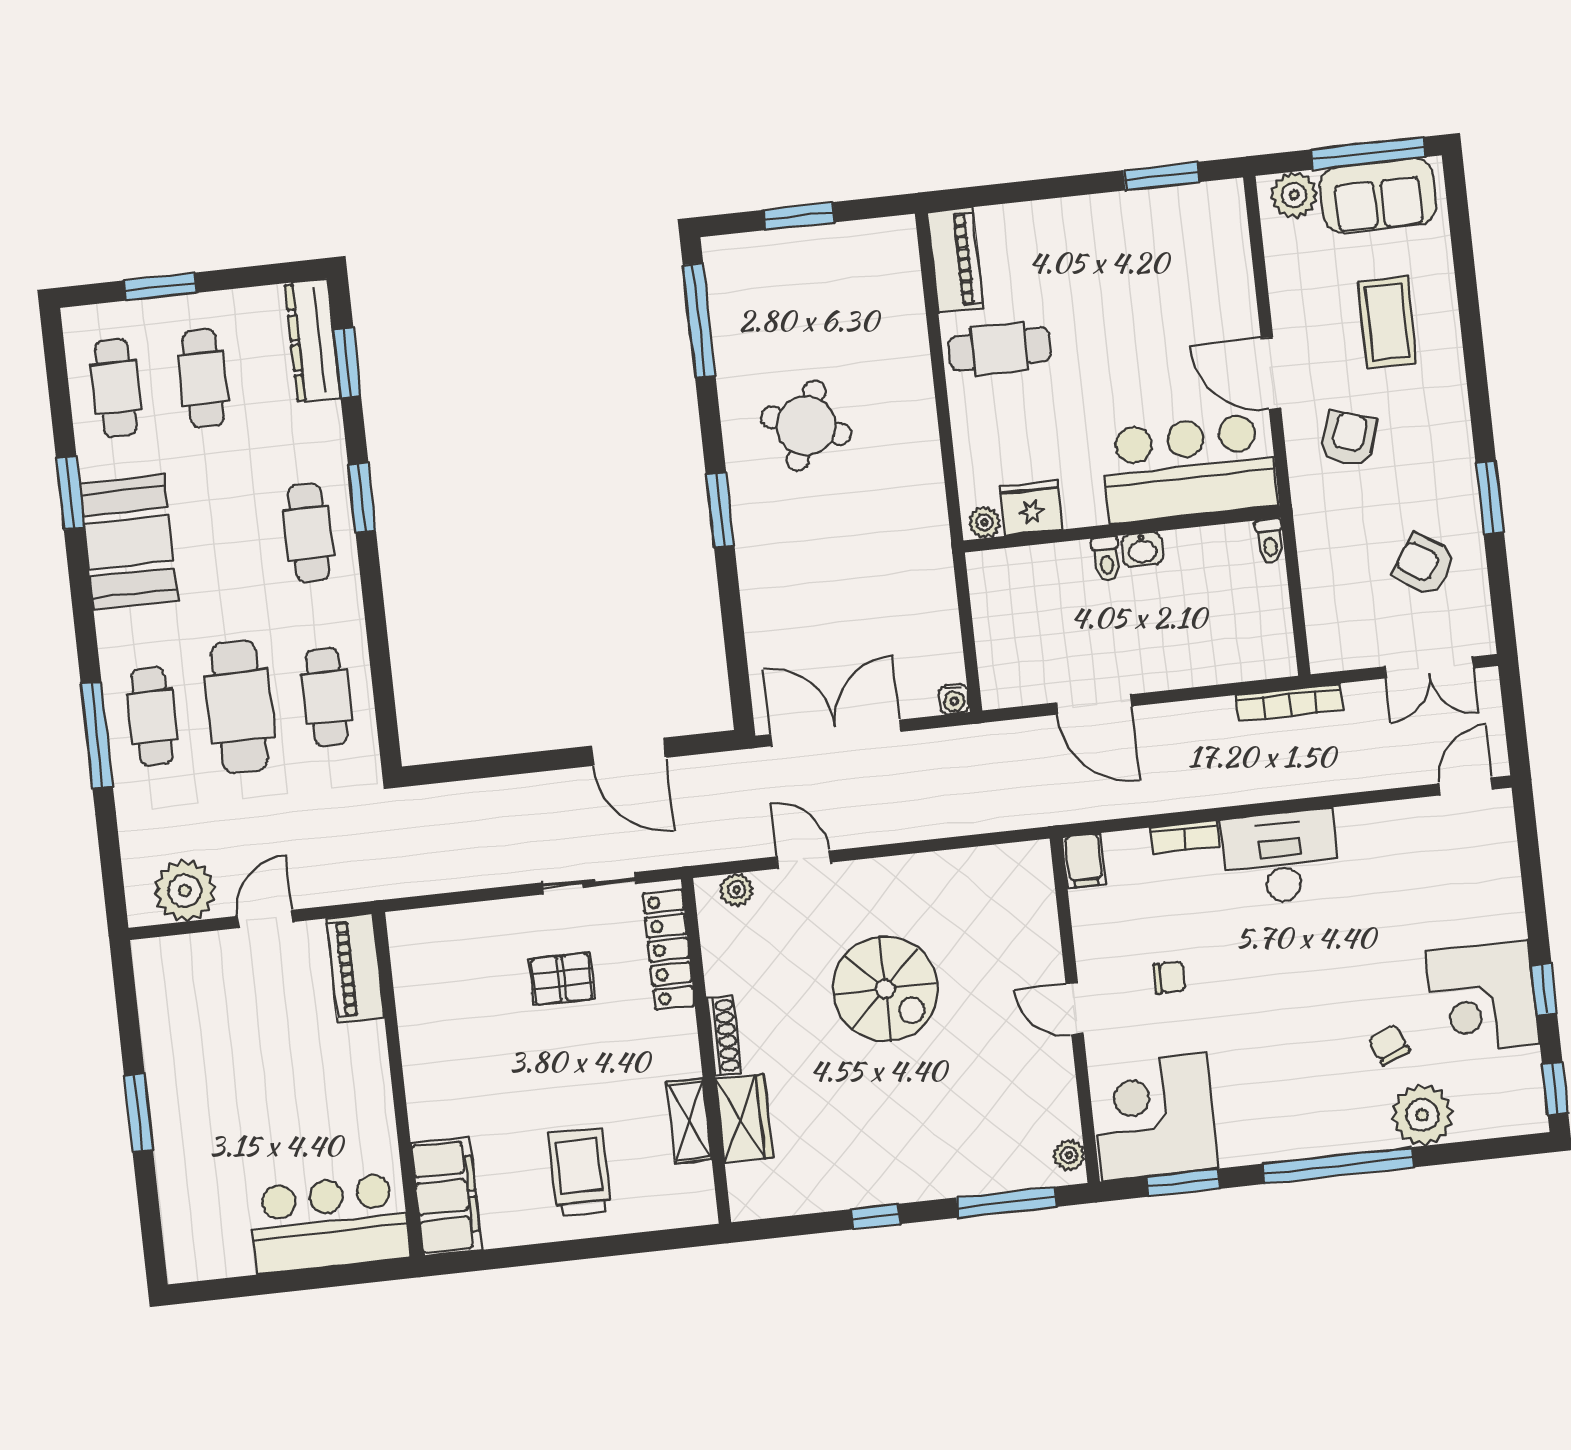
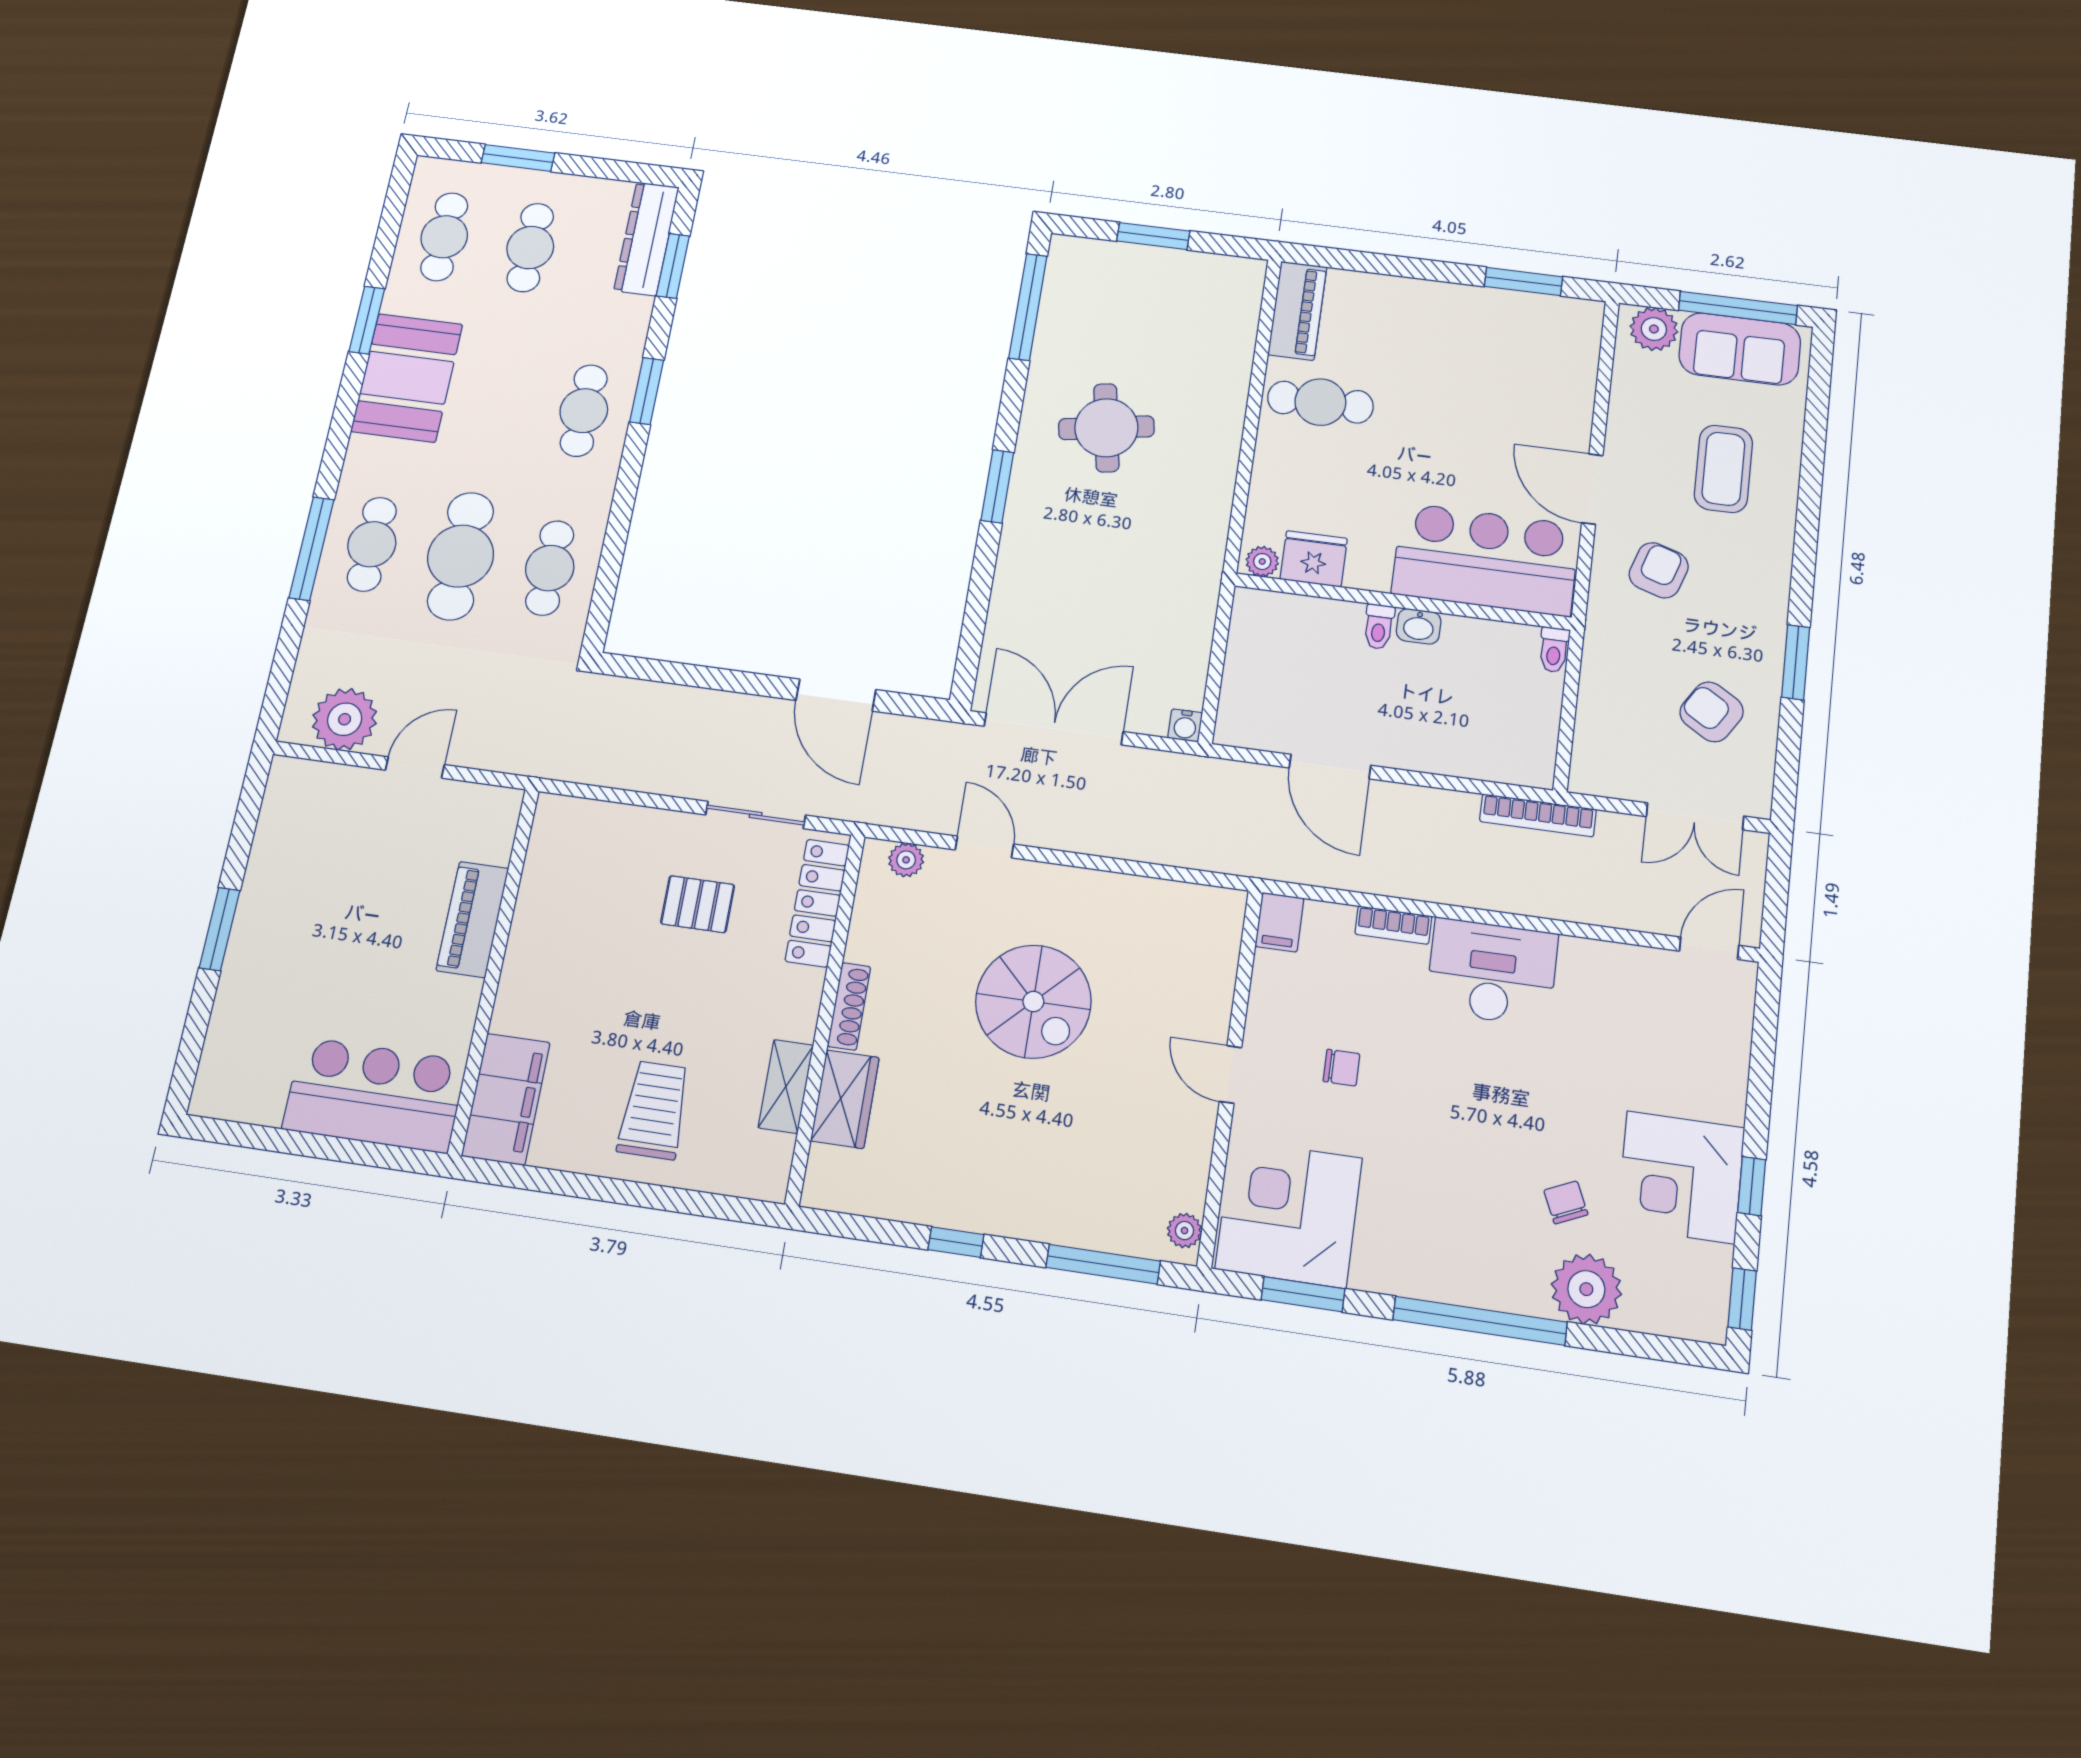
round table: (806, 426) -> (1106, 428), turned -30
piano: (355, 968) -> (472, 919), moved

